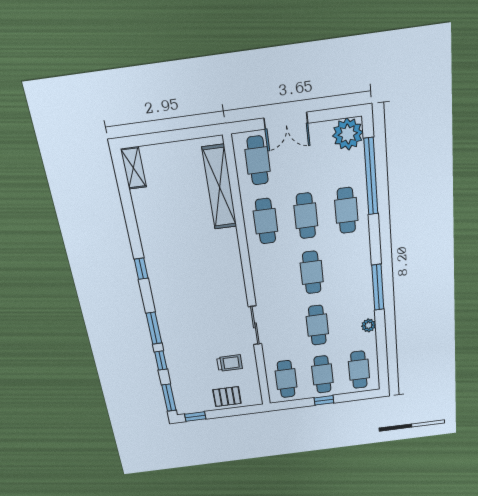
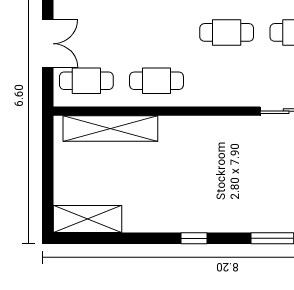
shelving: (134, 168) -> (88, 219), width x1.50, depth x1.33
cafe table: (306, 216) -> (157, 32), removed

